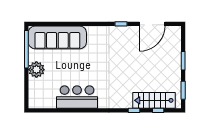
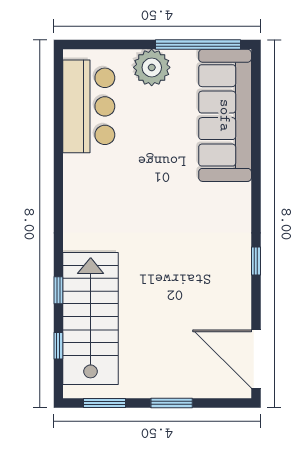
door: (152, 24) -> (256, 359), moved
bar counter: (77, 97) -> (89, 106), moved
stairs: (154, 100) -> (91, 319), width x1.36, depth x1.51

